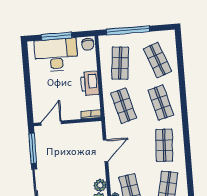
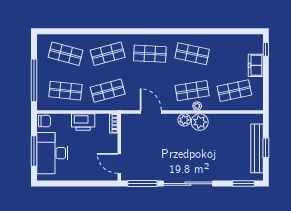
shop shelf: (157, 60) -> (65, 54), turned 36

